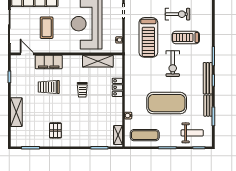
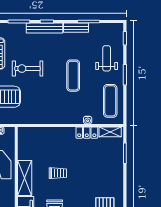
shelving: (98, 61) -> (25, 178), moved
exercise bike: (173, 64) -> (28, 69), turned 180
locker: (117, 87) -> (87, 133), moved
exercise mat: (167, 103) -> (73, 76), width x0.50, depth x0.69
weight bench: (192, 133) -> (107, 58), moved

